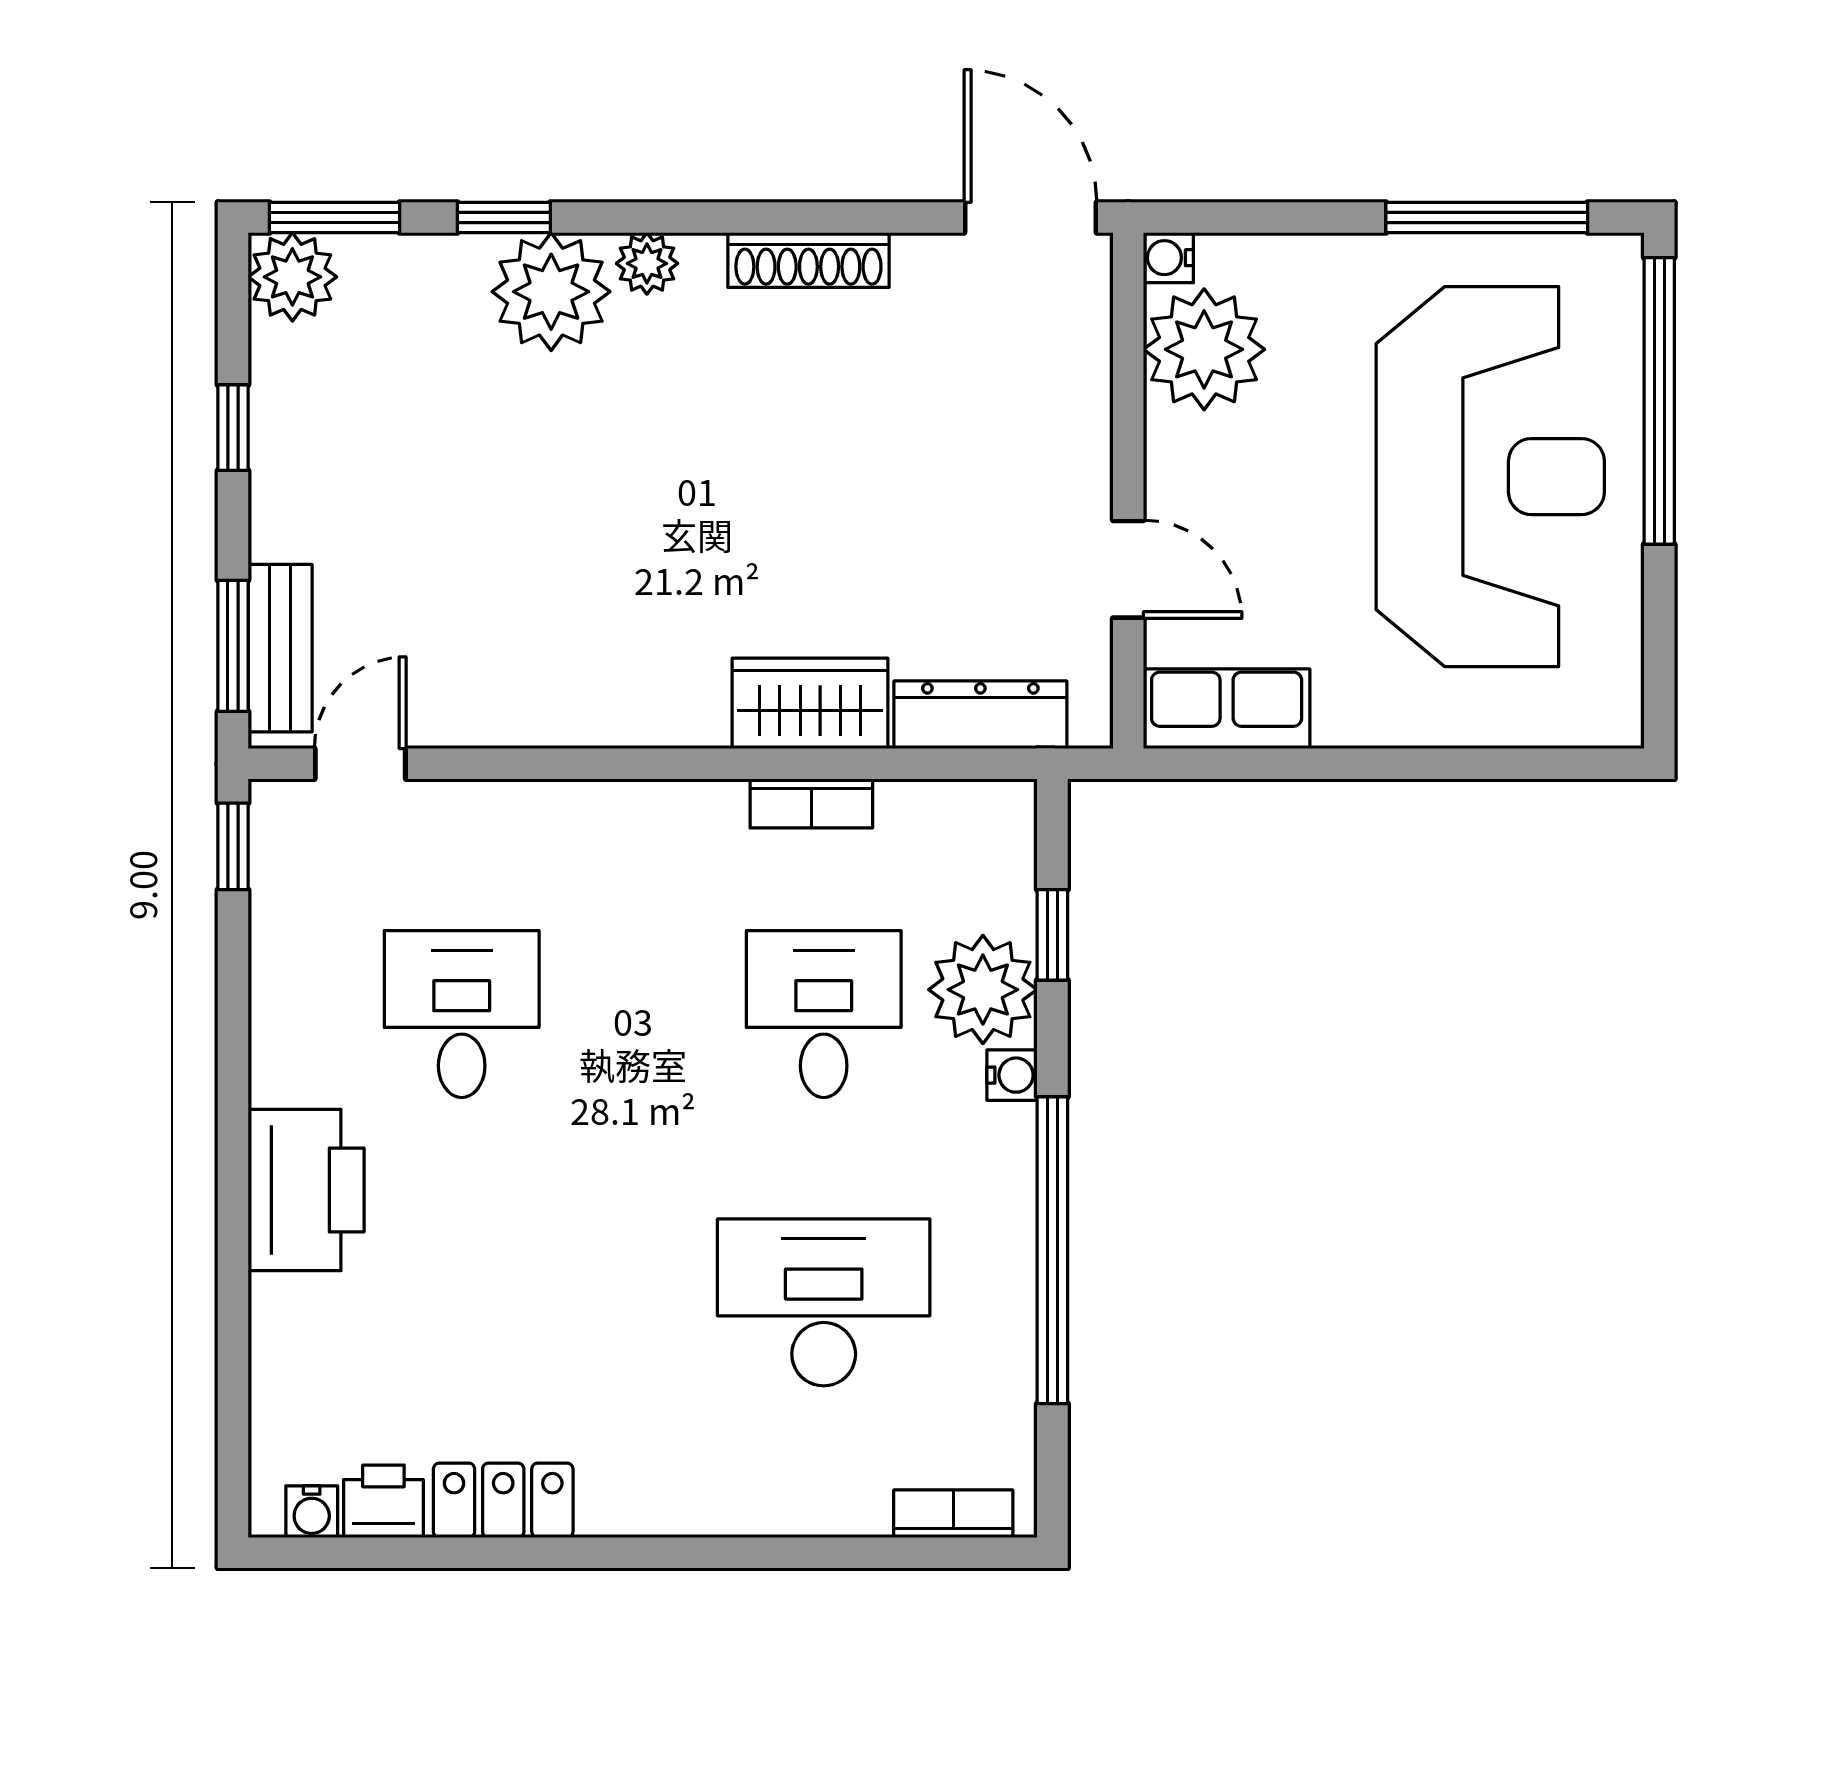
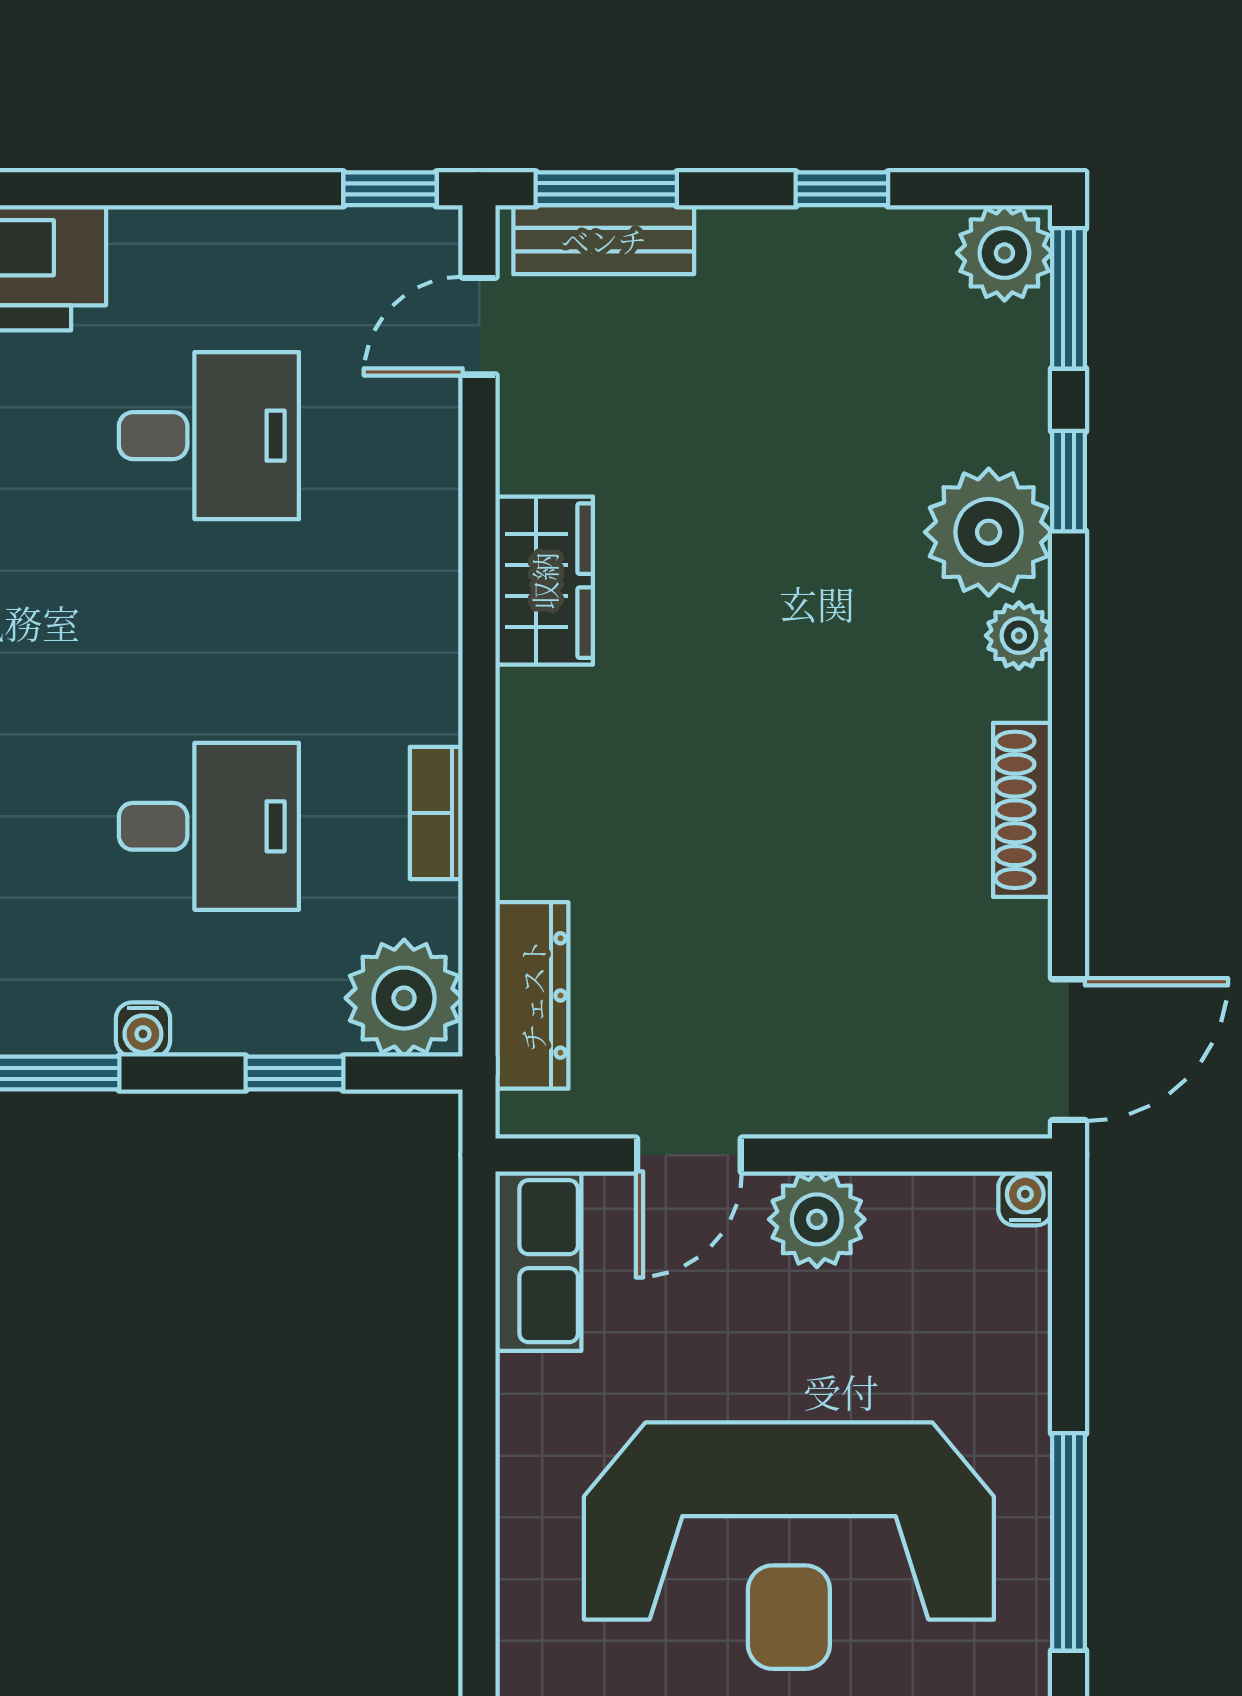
plant: (1204, 349) -> (817, 1219), moved, width x0.73, depth x0.73
wardrobe: (810, 703) -> (544, 581), moved
door: (360, 764) -> (479, 326), swing flipped
plant: (983, 990) -> (404, 998), moved

